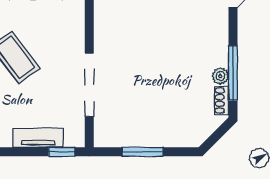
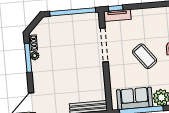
tv unit: (38, 138) -> (117, 15), moved
window: (143, 152) -> (73, 12), width x2.11

